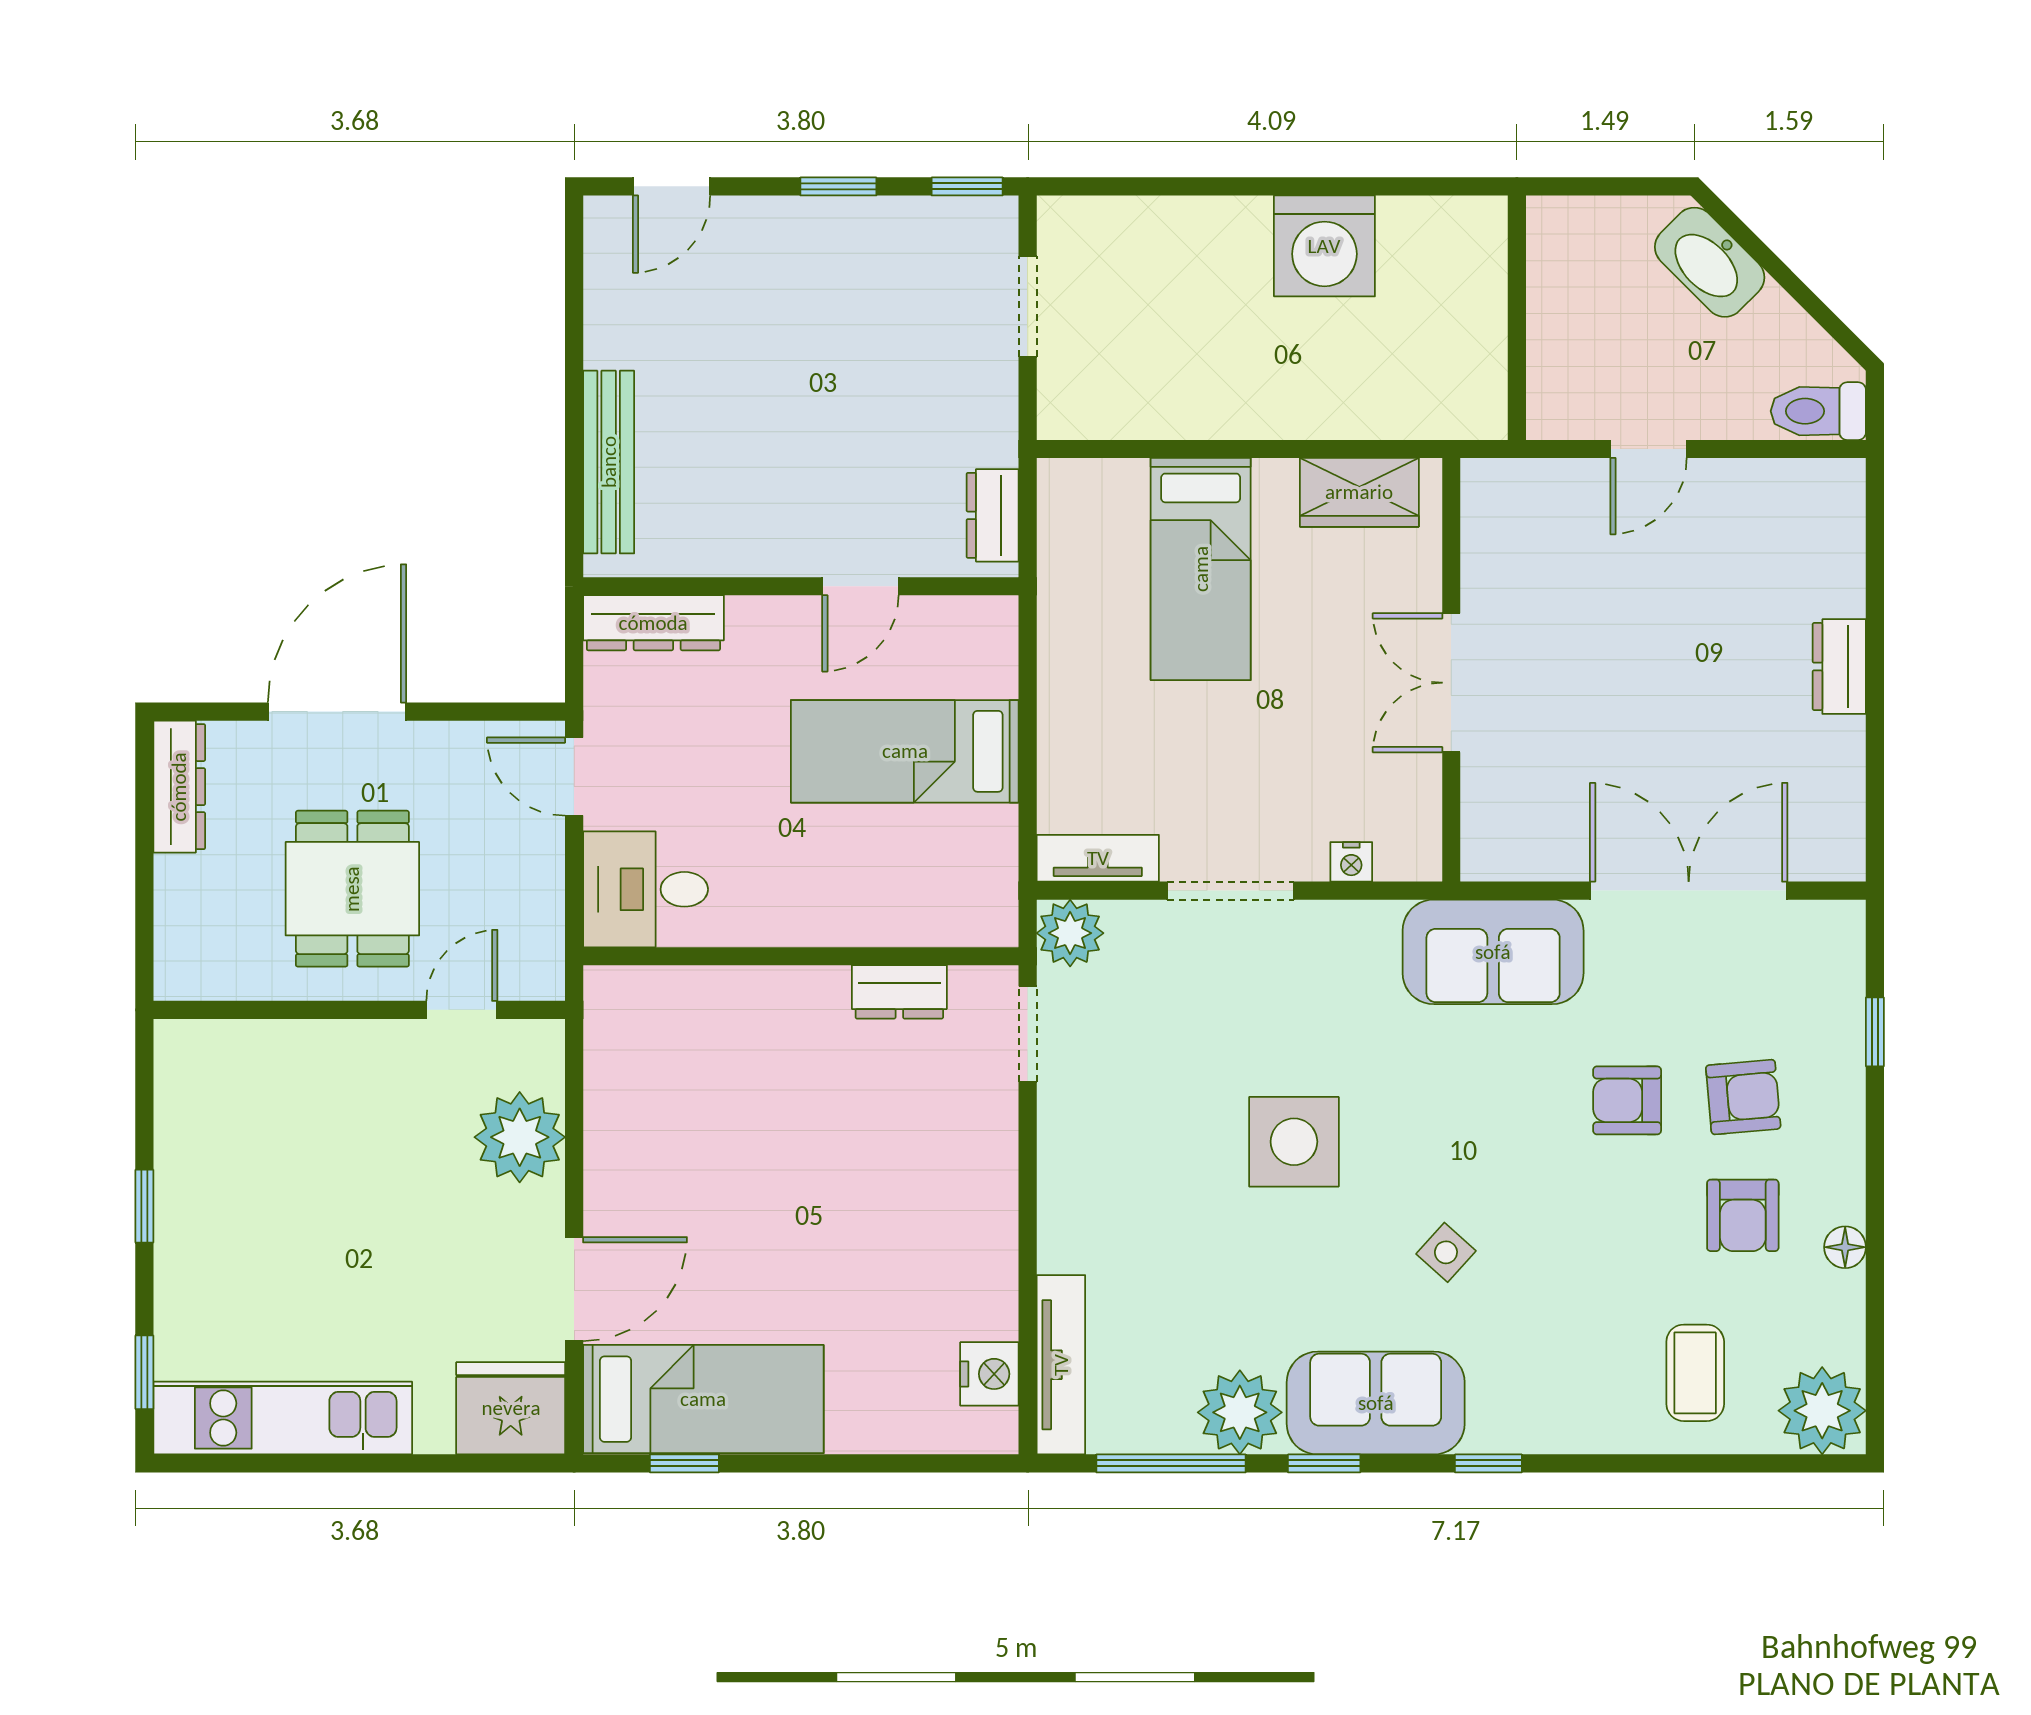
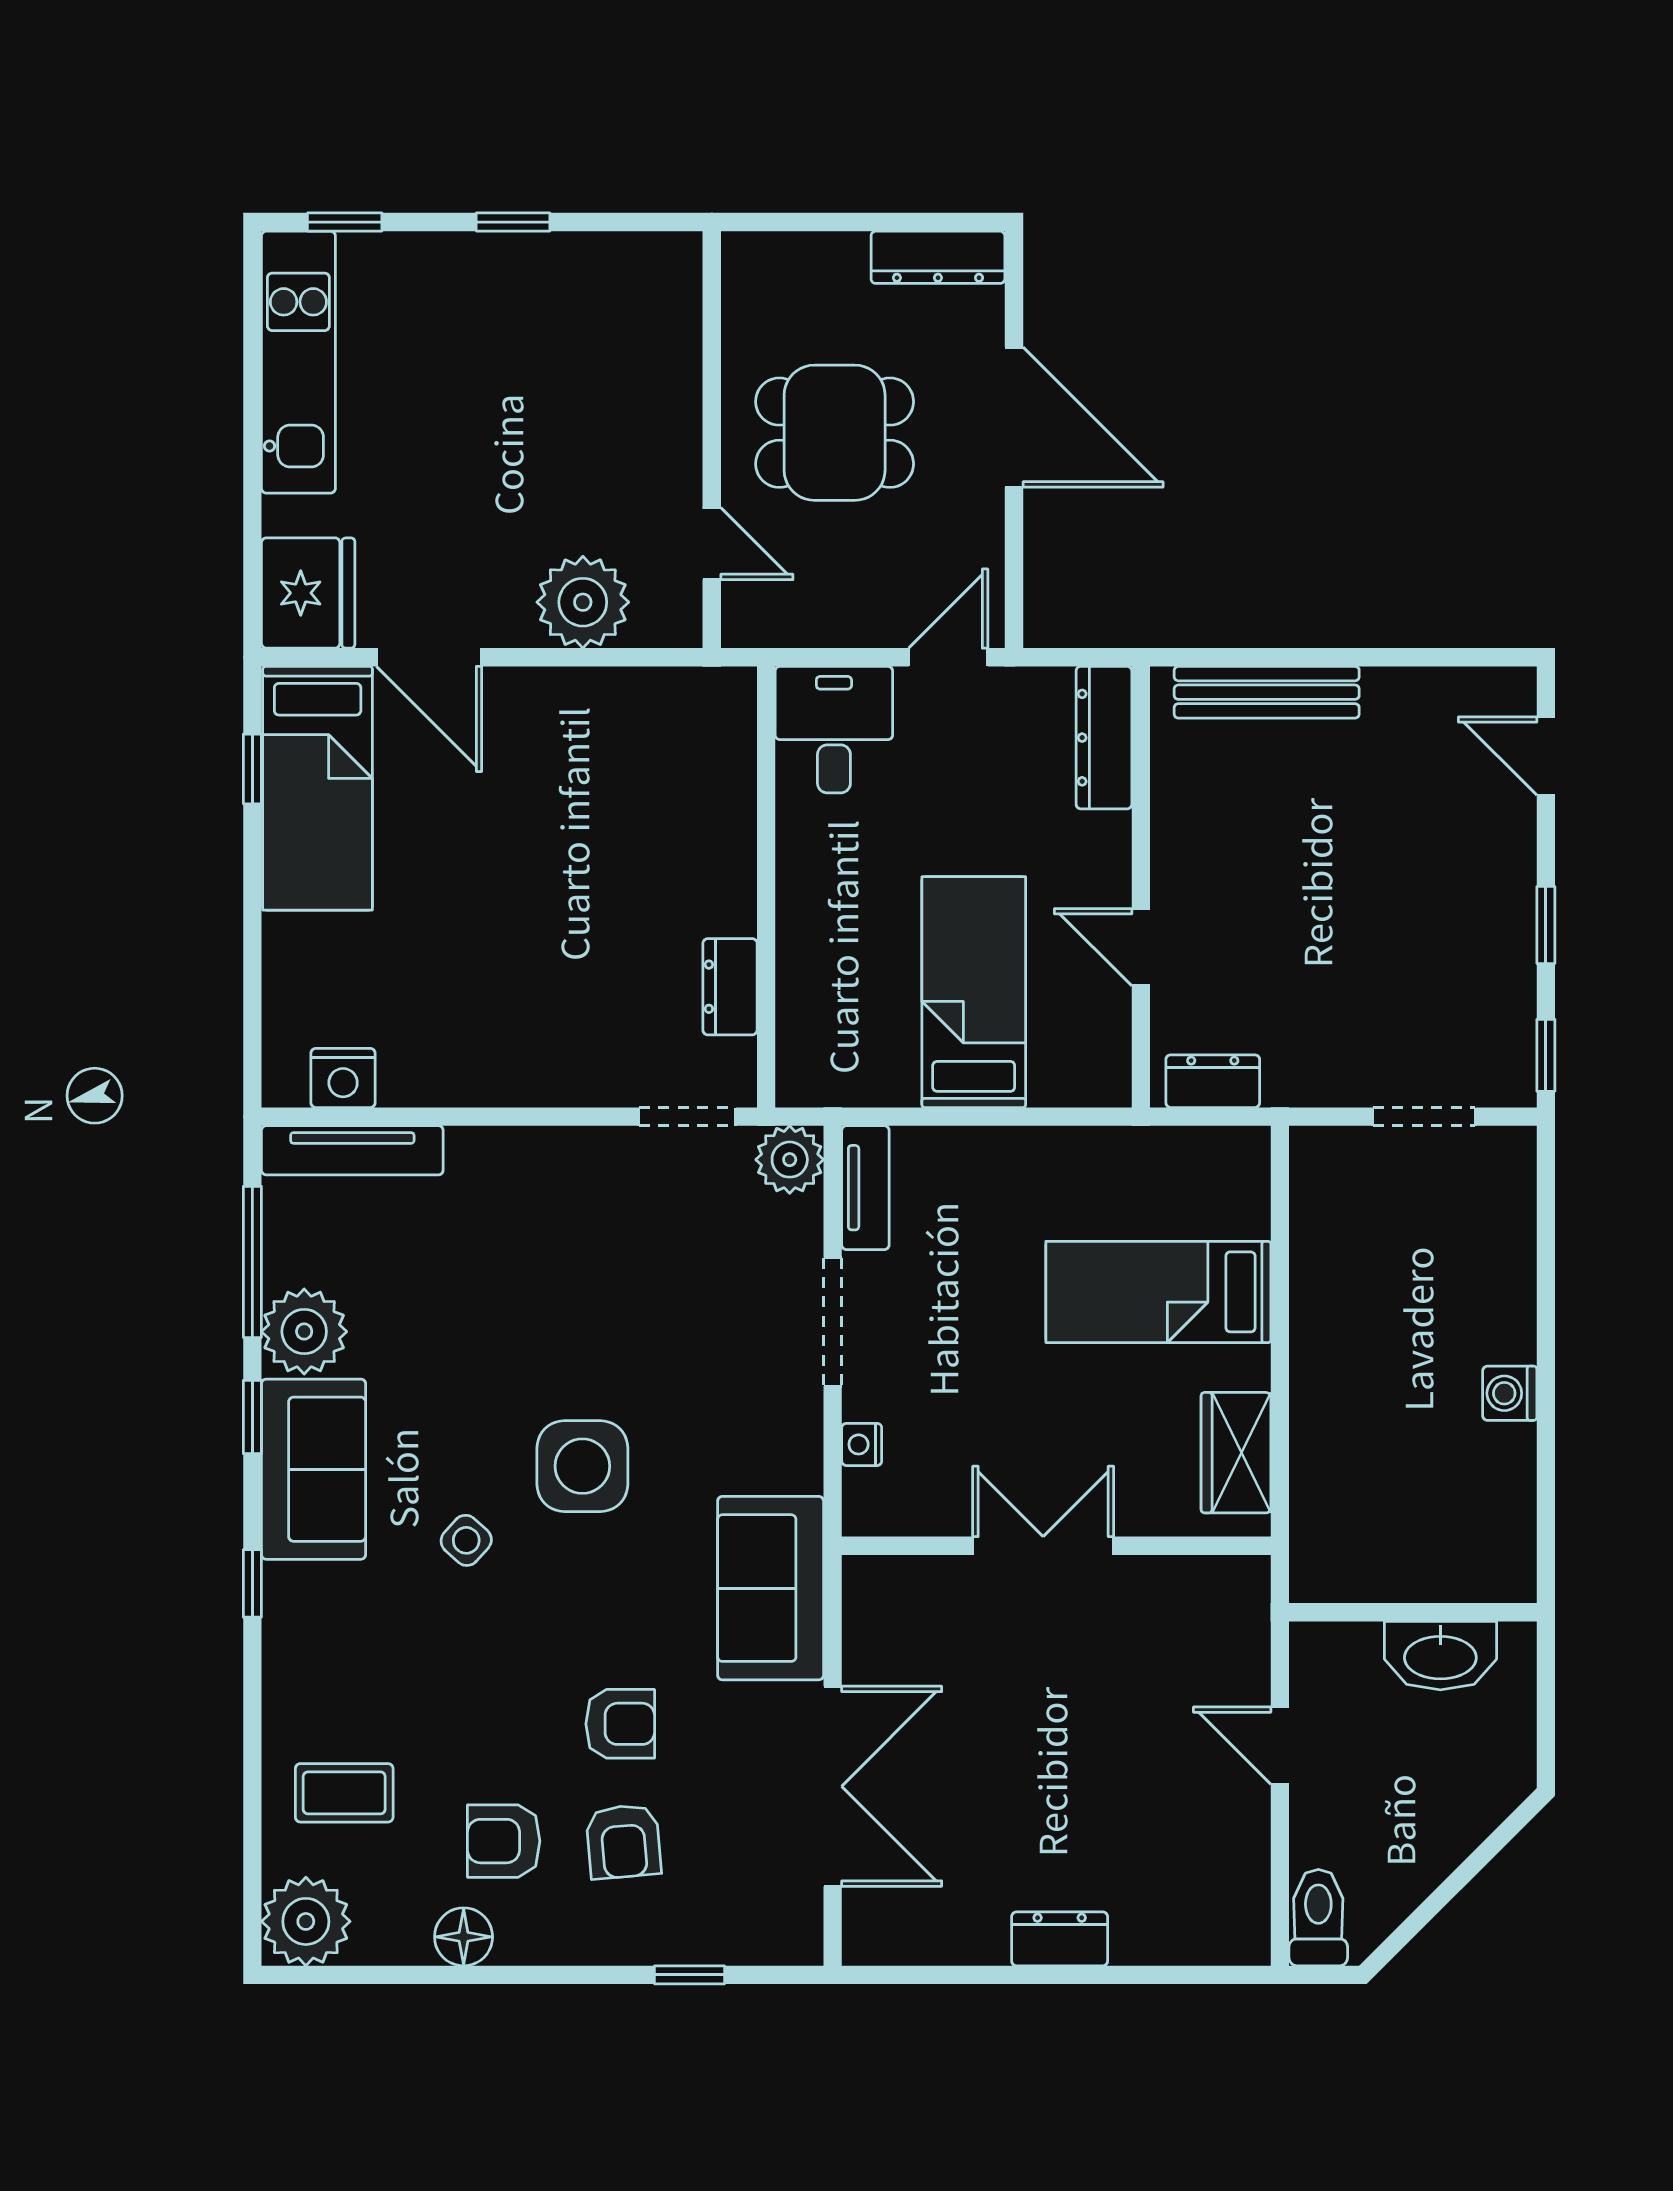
washing machine: (1324, 246) -> (1510, 1393), width x0.53, depth x0.53
washbasin: (1710, 262) -> (1440, 1656), moved, turned -135
armchair: (1627, 1100) -> (620, 1724), turned 90
side table: (1294, 1142) -> (582, 1466), moved
floor lamp: (1845, 1247) -> (464, 1937), width x1.37, depth x1.37

